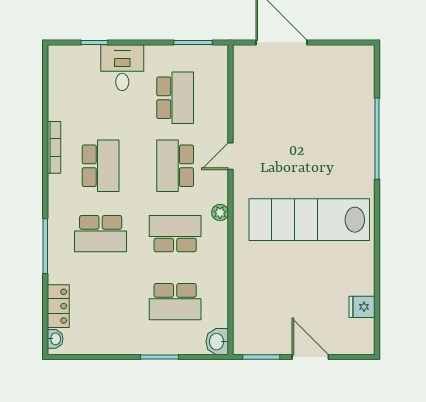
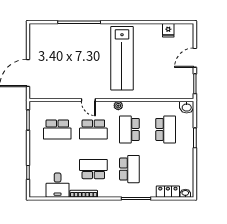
desk: (122, 68) -> (58, 185), moved, turned -90
school desk: (175, 98) -> (57, 129), turned 180

